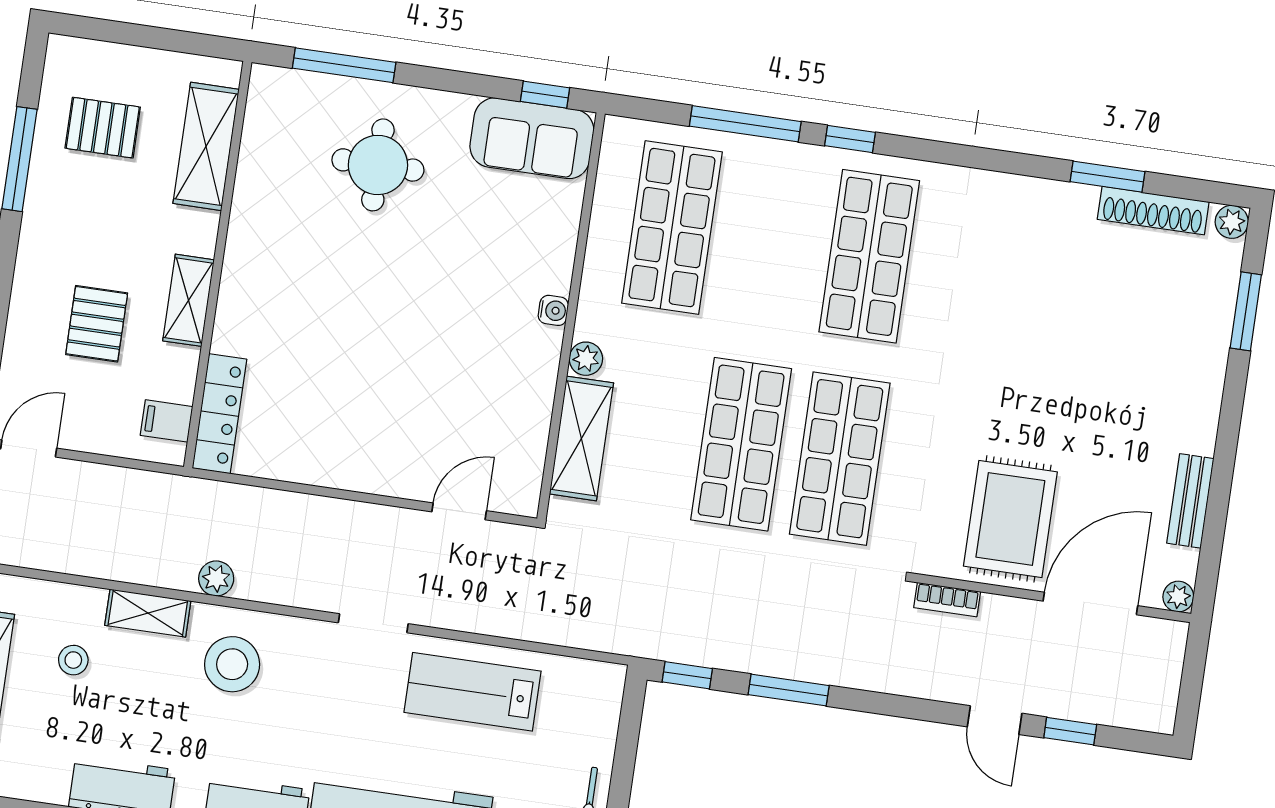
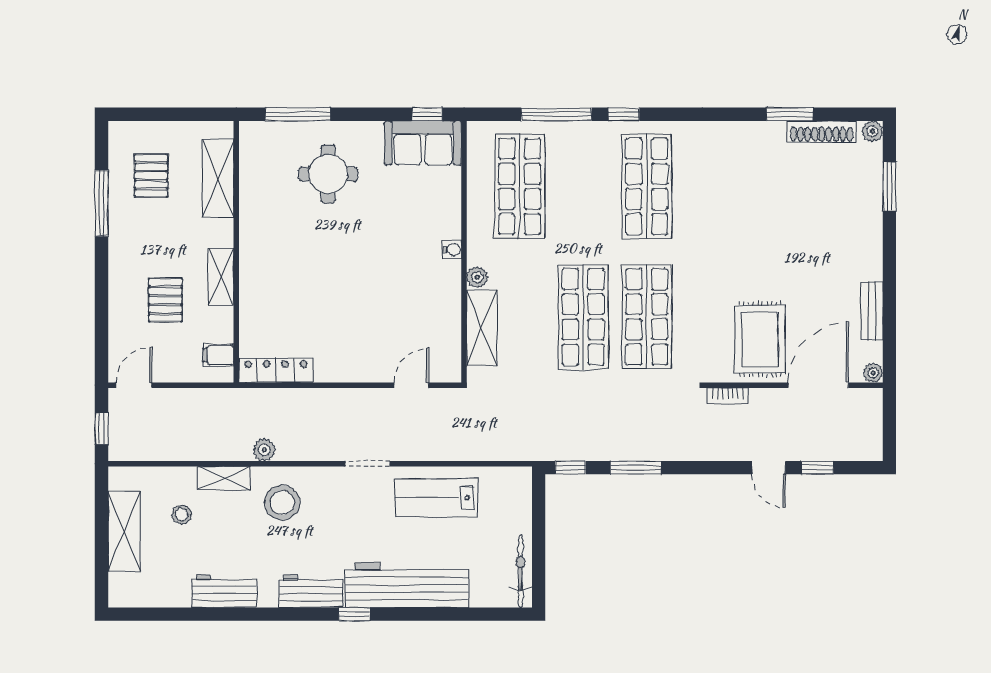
pallet: (103, 128) -> (151, 176), turned 90
locker: (220, 414) -> (276, 370), moved, turned -90

